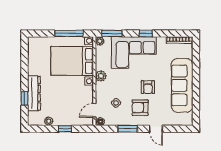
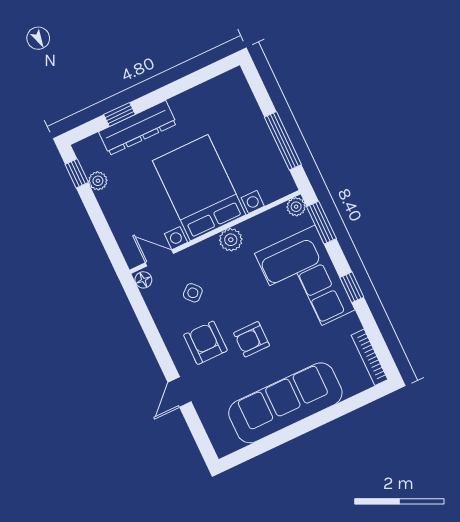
bed with nightstands: (72, 61) -> (199, 188), moved
window: (65, 129) -> (77, 173), moved
window: (128, 129) -> (154, 338), removed

